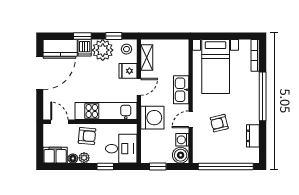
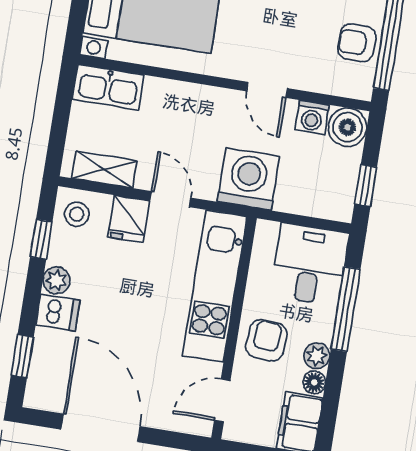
window: (82, 36) -> (22, 356), moved
kitchen counter: (60, 48) -> (49, 370), removed
plant: (103, 50) -> (56, 280), width x0.53, depth x0.53
kitchen sink: (181, 90) -> (108, 87), moved
armchair: (219, 123) -> (357, 43), moved, turned 104
window: (105, 167) -> (346, 309), width x2.17

